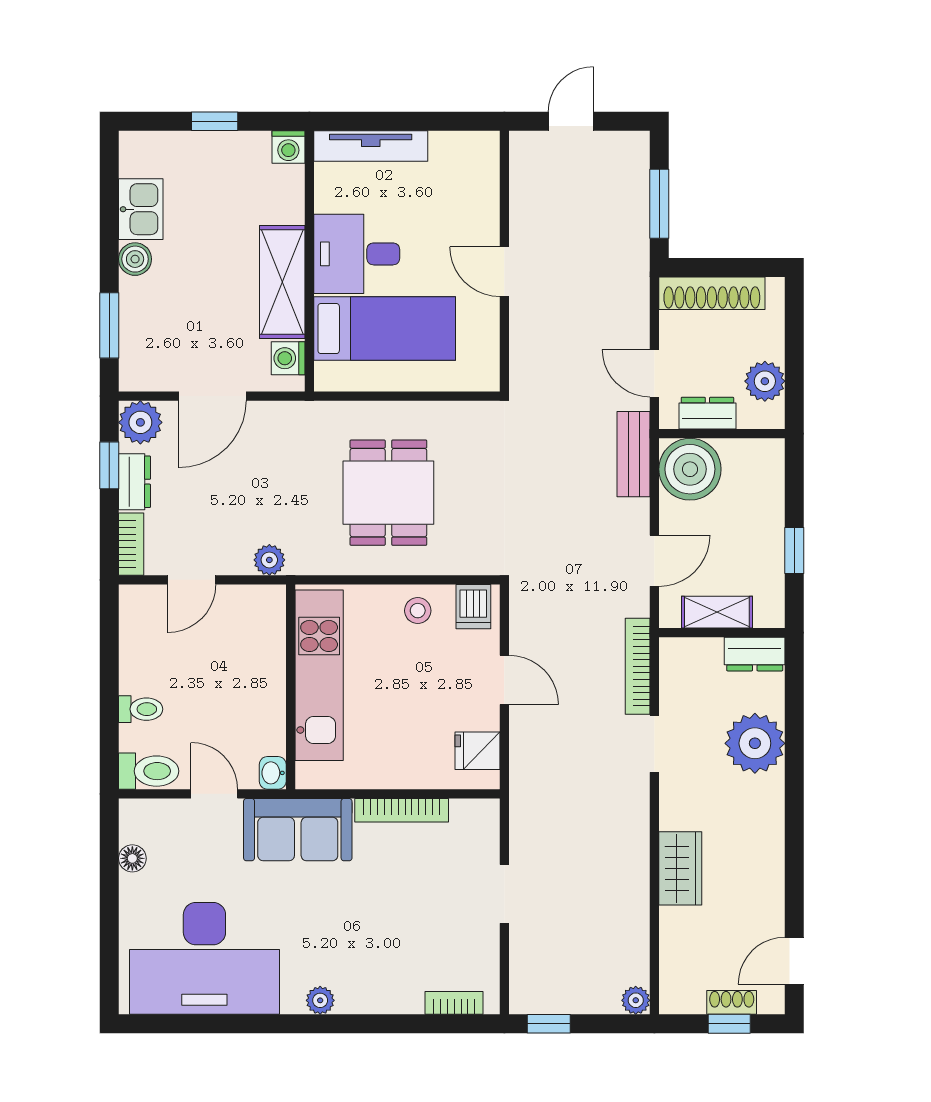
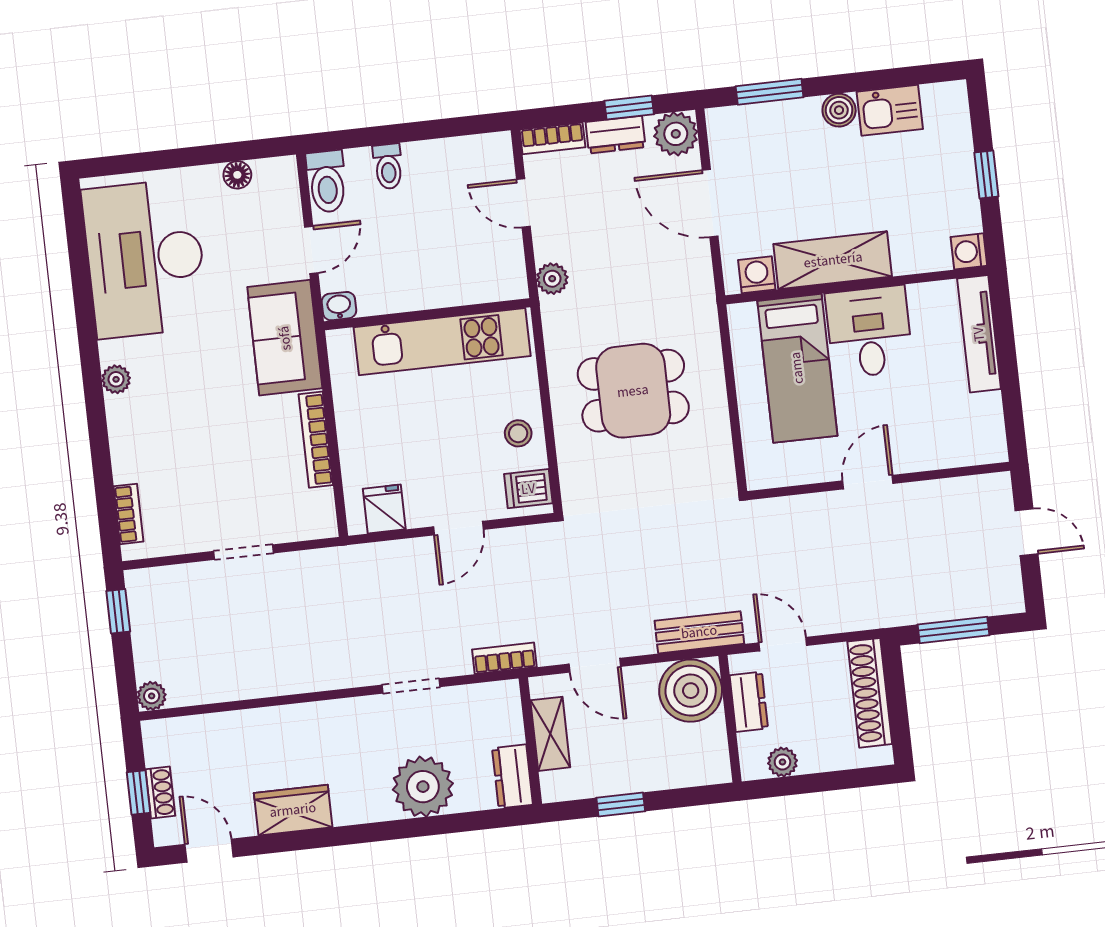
door: (654, 373) -> (783, 644), hinge flipped
plant: (765, 381) -> (782, 762), width x0.73, depth x0.73
bookcase: (638, 666) -> (504, 658), width x0.64
wardrobe: (680, 868) -> (293, 810), moved, turned 180

